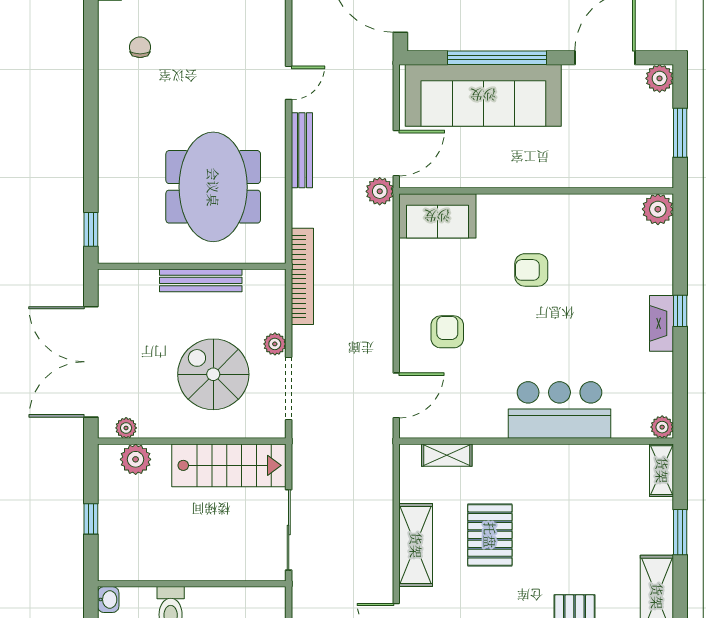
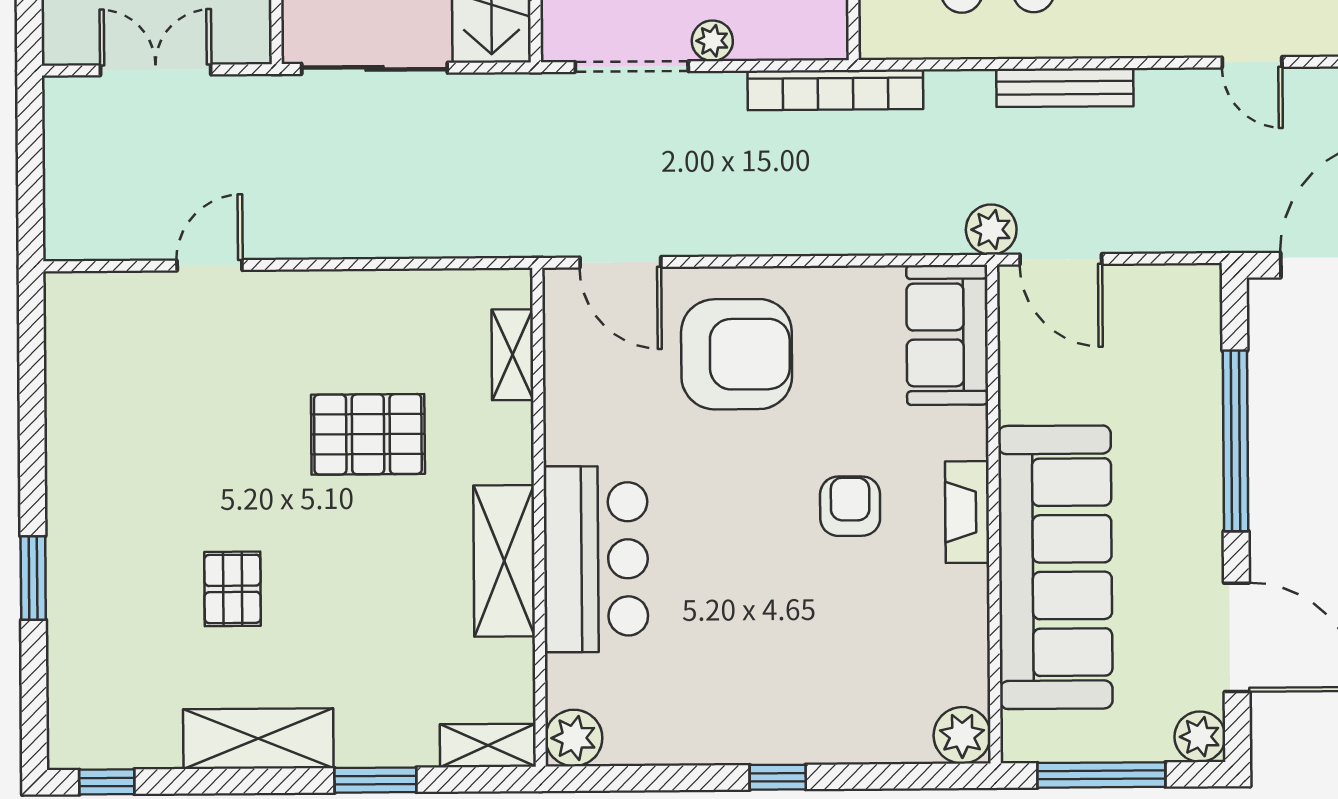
door: (289, 83) -> (1252, 62), moved
sofa: (483, 95) -> (1055, 567), moved, turned 180
window: (680, 133) -> (1101, 775), width x1.44
fireplace: (661, 323) -> (967, 512), moved, turned -90
armchair: (447, 332) -> (737, 354), width x1.88, depth x1.88
plant: (662, 427) -> (574, 738), width x1.38, depth x1.38
shelving: (416, 545) -> (504, 561), moved, turned 90

